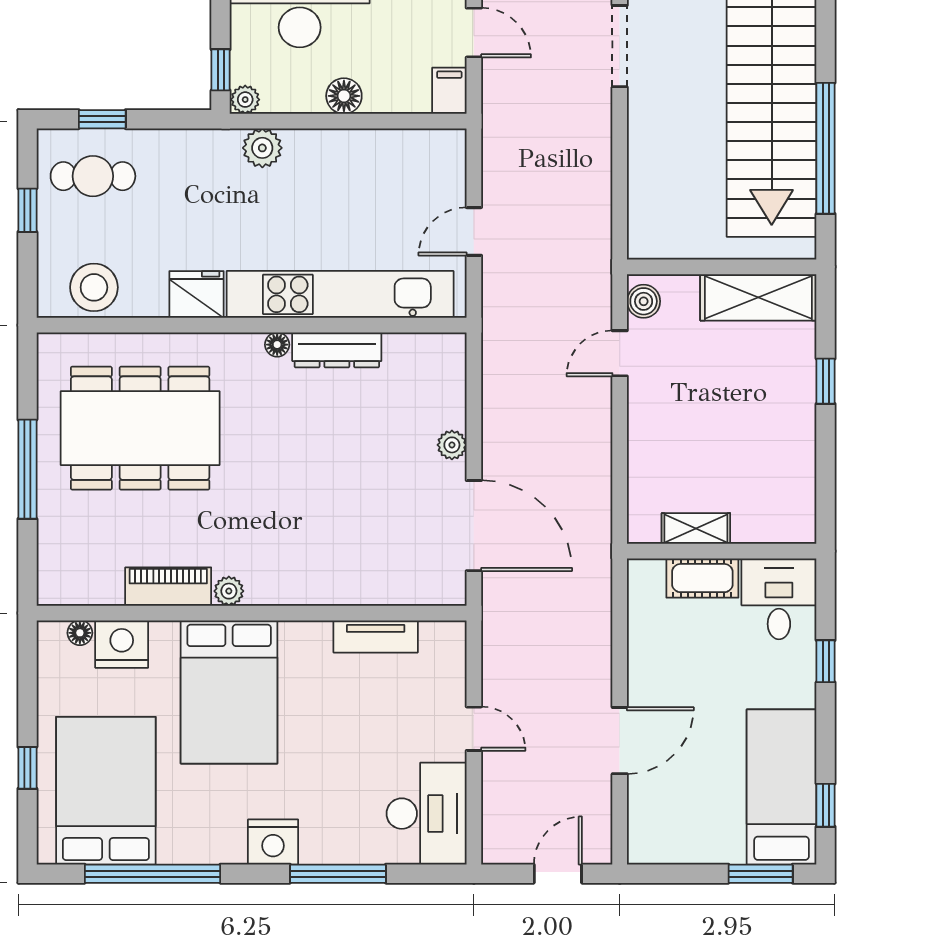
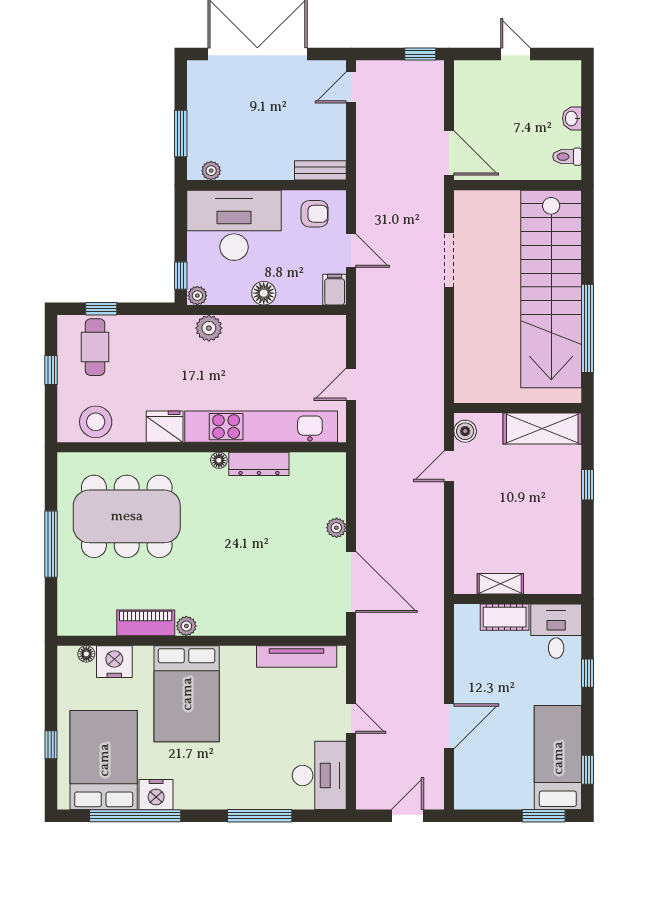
cafe table: (93, 176) -> (95, 347), turned 90
tv unit: (376, 636) -> (297, 656), width x1.41
nightstand: (273, 842) -> (156, 795), moved

